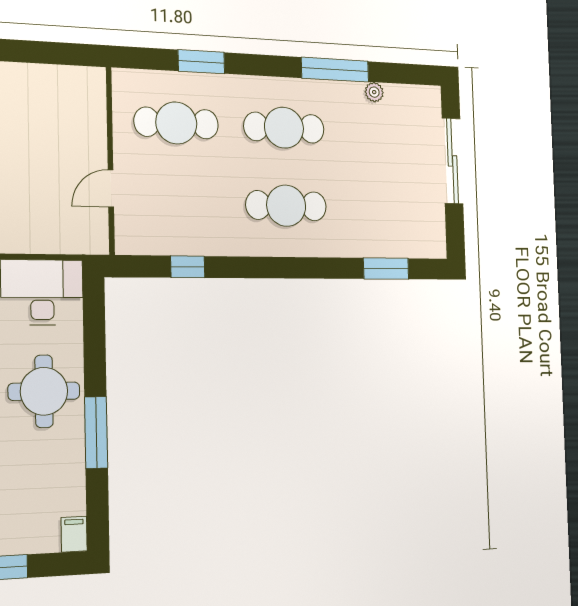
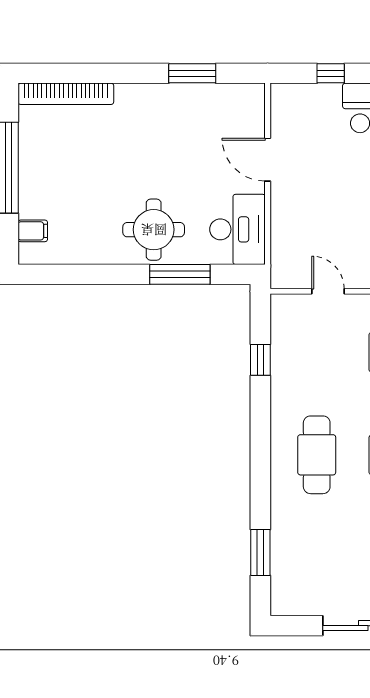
window: (96, 432) -> (180, 274), moved
filing cabinet: (74, 534) -> (33, 231), moved

